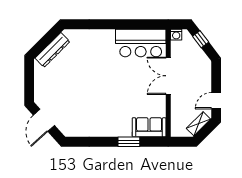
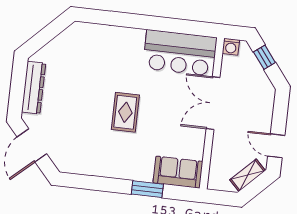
dresser: (52, 50) -> (34, 88), moved, turned -45
rug: (107, 89) -> (125, 112), added
door: (216, 101) -> (276, 146), hinge flipped

